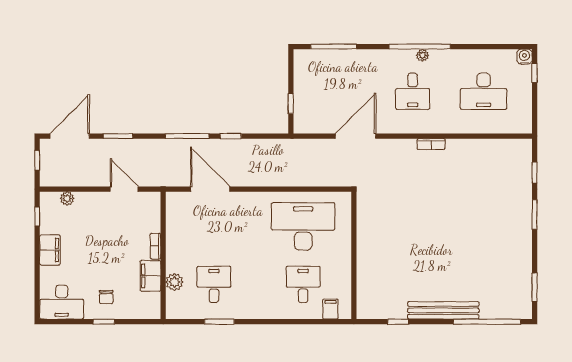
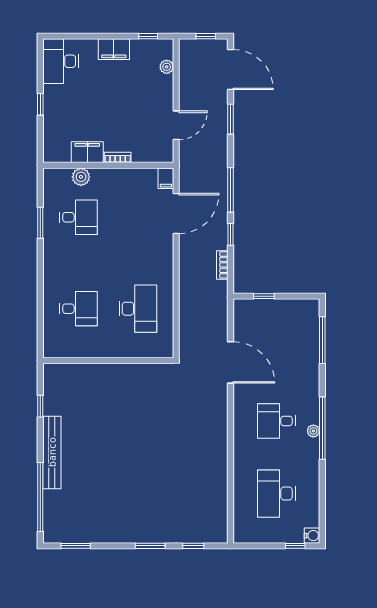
bookcase: (431, 144) -> (222, 265), moved
desk: (303, 226) -> (138, 309), width x0.73, depth x0.77
chair: (106, 297) -> (66, 107), removed
filing cabinet: (330, 309) -> (166, 178), moved, turned 90

